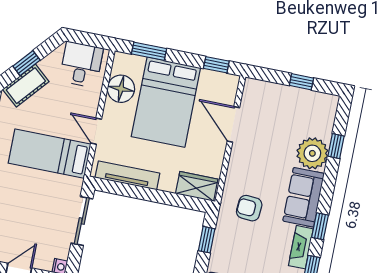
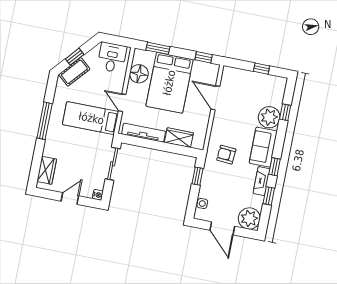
wardrobe: (197, 186) -> (179, 138), moved

